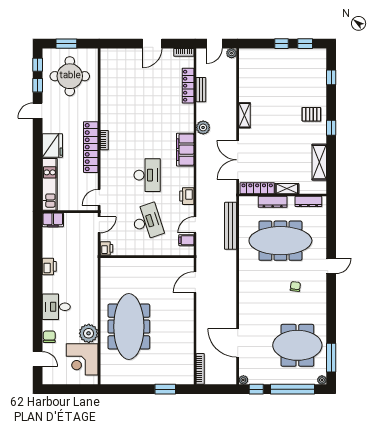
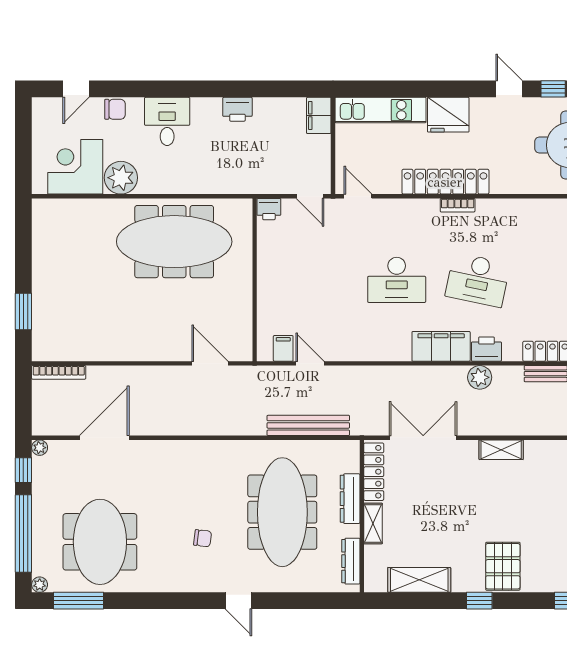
pallet: (311, 114) -> (503, 566), width x1.50, depth x1.42
printer: (187, 196) -> (486, 349), moved
desk: (147, 222) -> (478, 280), moved, turned 30
meeting table: (129, 327) -> (174, 242), moved

